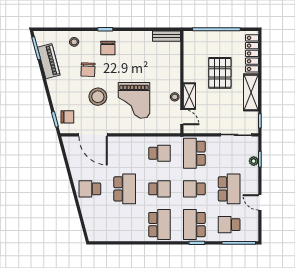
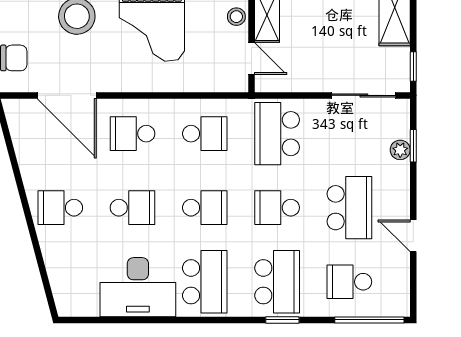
school desk: (125, 153) -> (133, 134), added
school desk: (125, 189) -> (133, 208), width x0.54
school desk: (194, 225) -> (277, 282), turned 180
desk: (127, 227) -> (138, 287), added

